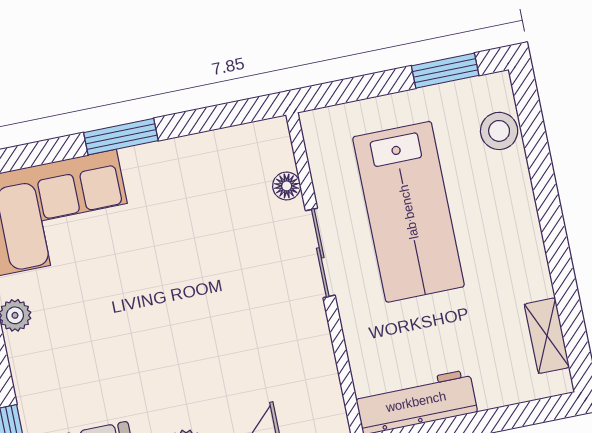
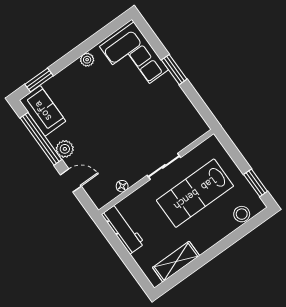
floor lamp: (287, 186) -> (122, 186), moved
shelving: (547, 336) -> (176, 262), width x1.50, depth x1.33

